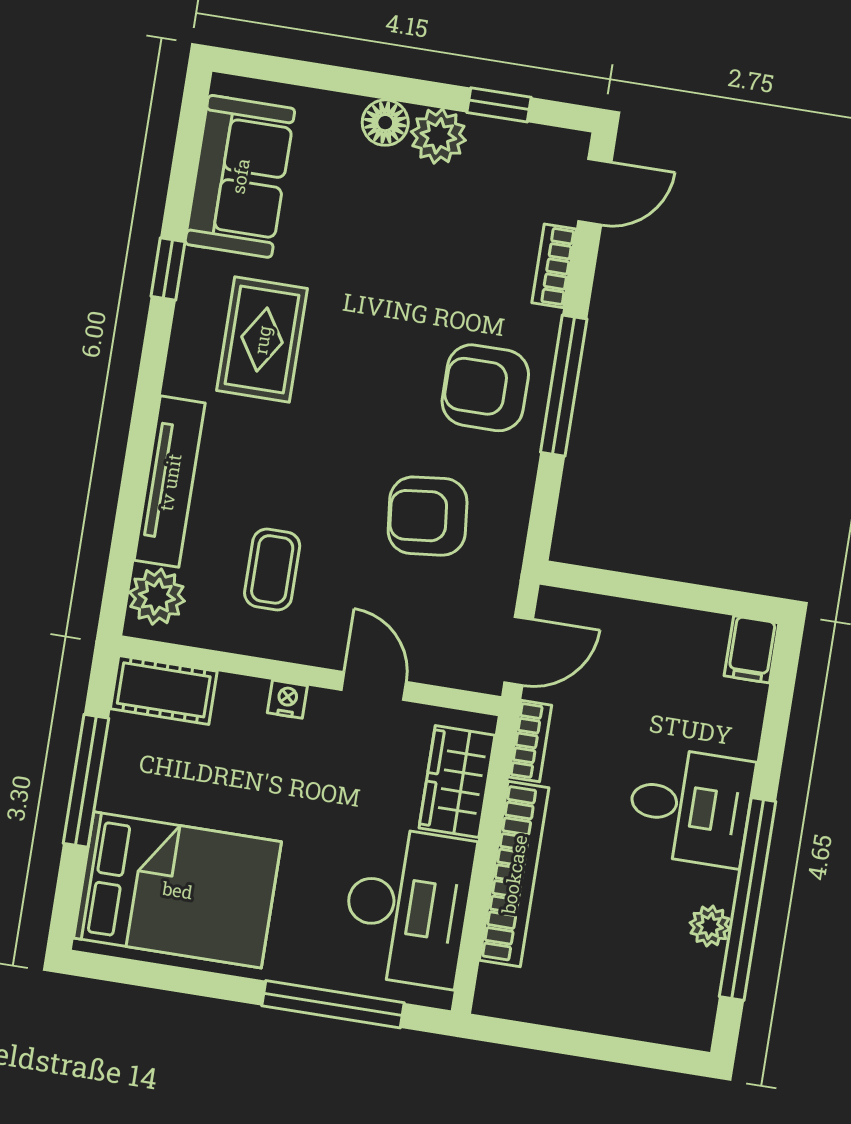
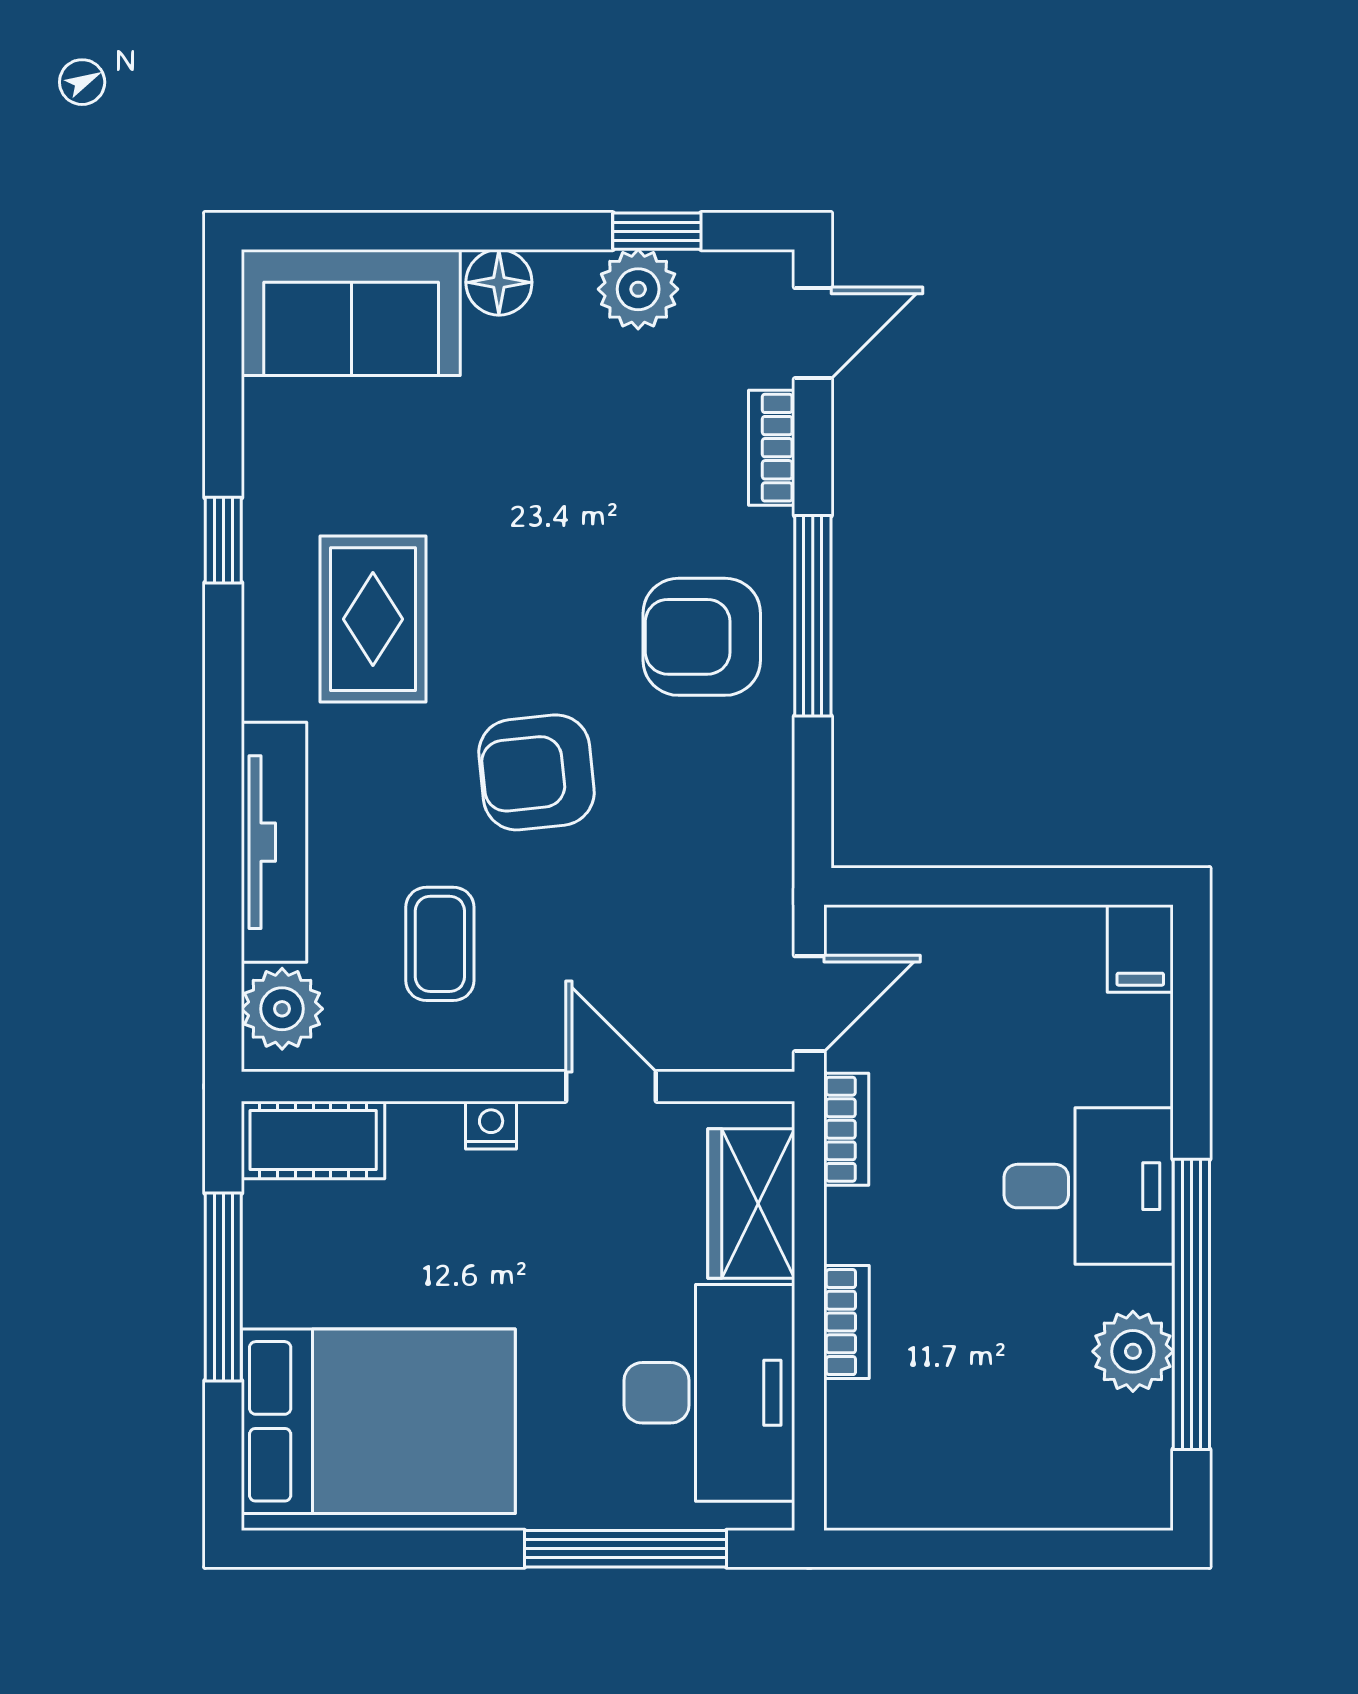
plant: (438, 136) -> (638, 289), moved
sofa: (240, 176) -> (351, 312), moved, turned 90
armchair: (428, 516) -> (536, 772), moved
bookcase: (514, 874) -> (846, 1322), width x0.43, depth x0.76
plant: (710, 926) -> (1133, 1351), width x1.38, depth x1.38

